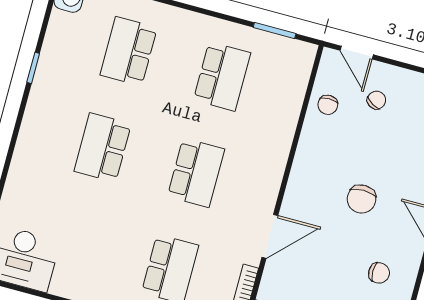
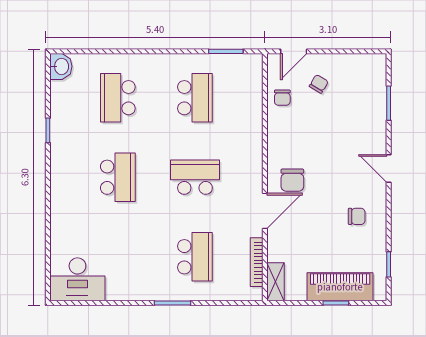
door: (357, 53) -> (294, 51), hinge flipped
school desk: (103, 147) -> (118, 177), turned 180
school desk: (196, 173) -> (195, 177), turned -90
chair: (361, 199) -> (292, 180), moved

